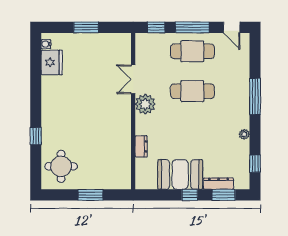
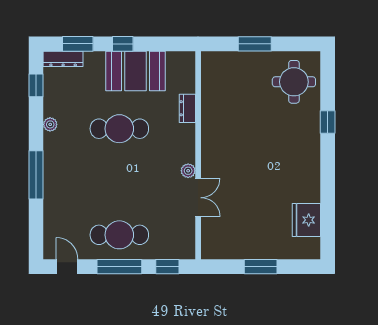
water cooler: (46, 44) -> (314, 244), removed
cafe table: (192, 91) -> (119, 129), moved
plant: (145, 104) -> (188, 171), width x0.53, depth x0.53
dresser: (218, 184) -> (63, 59), moved

